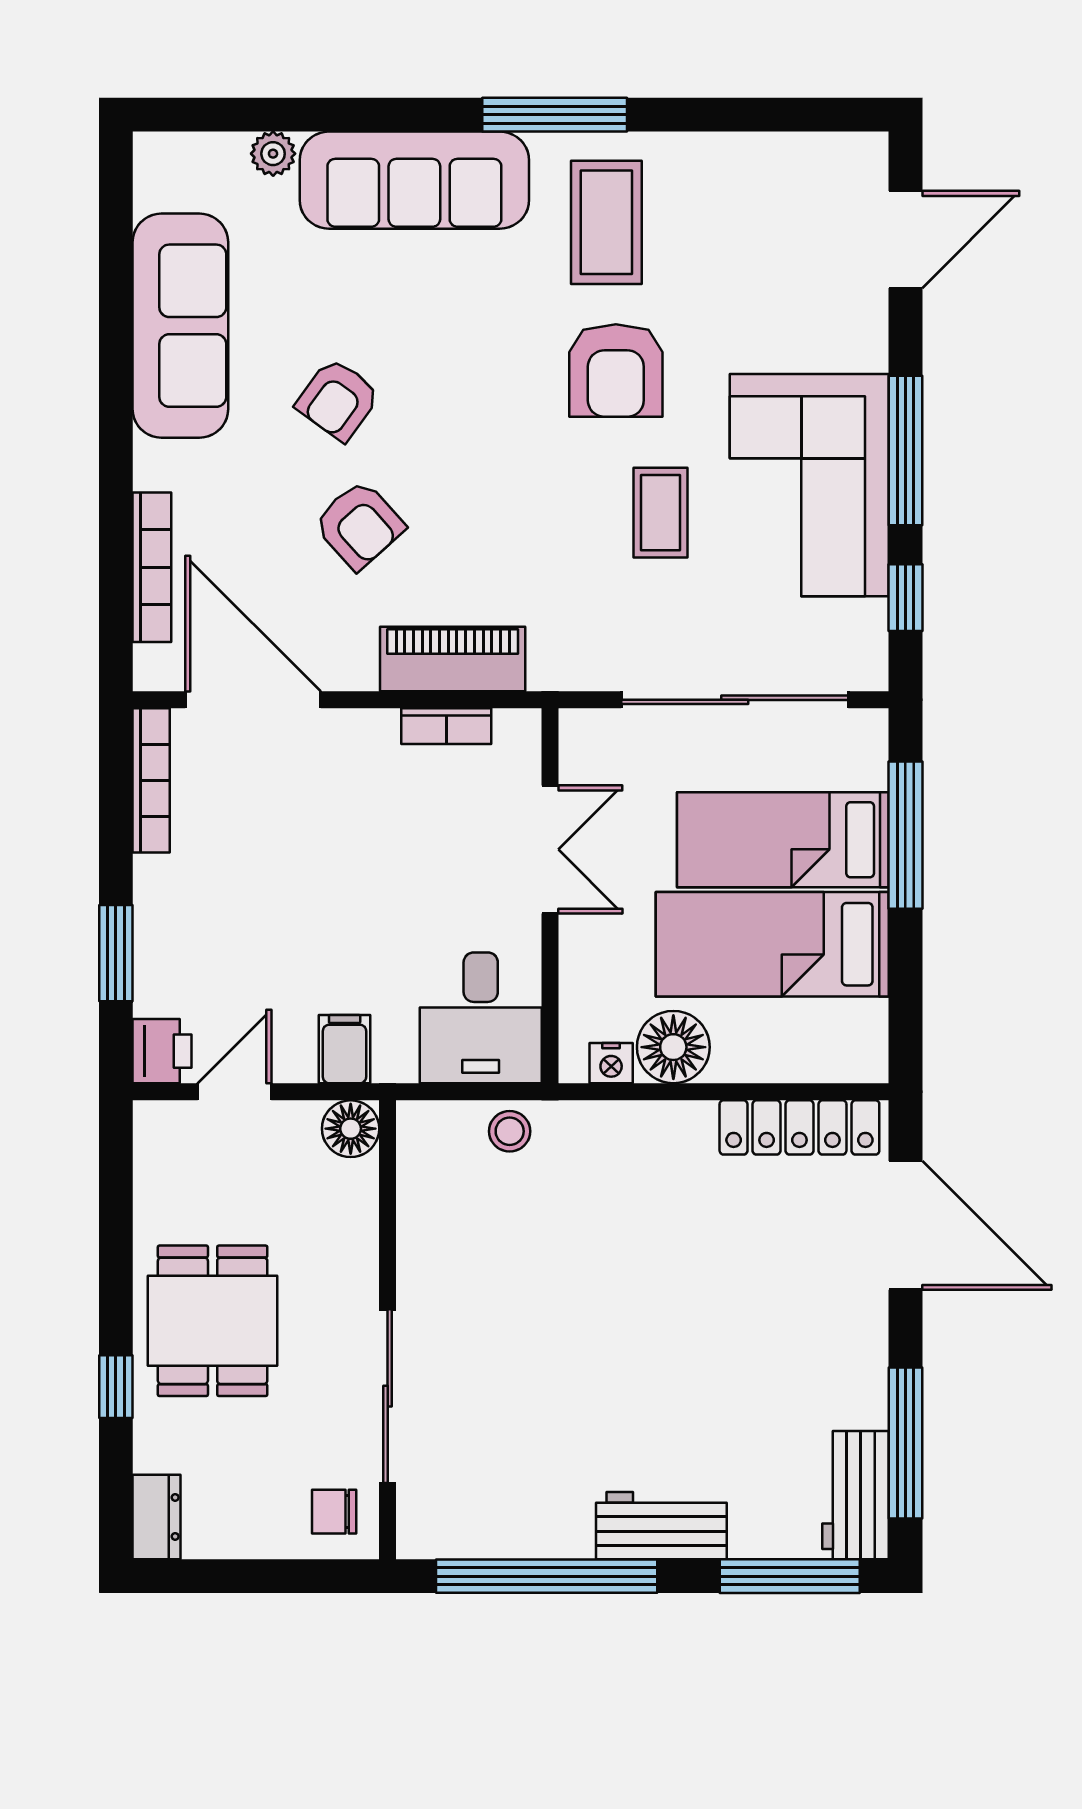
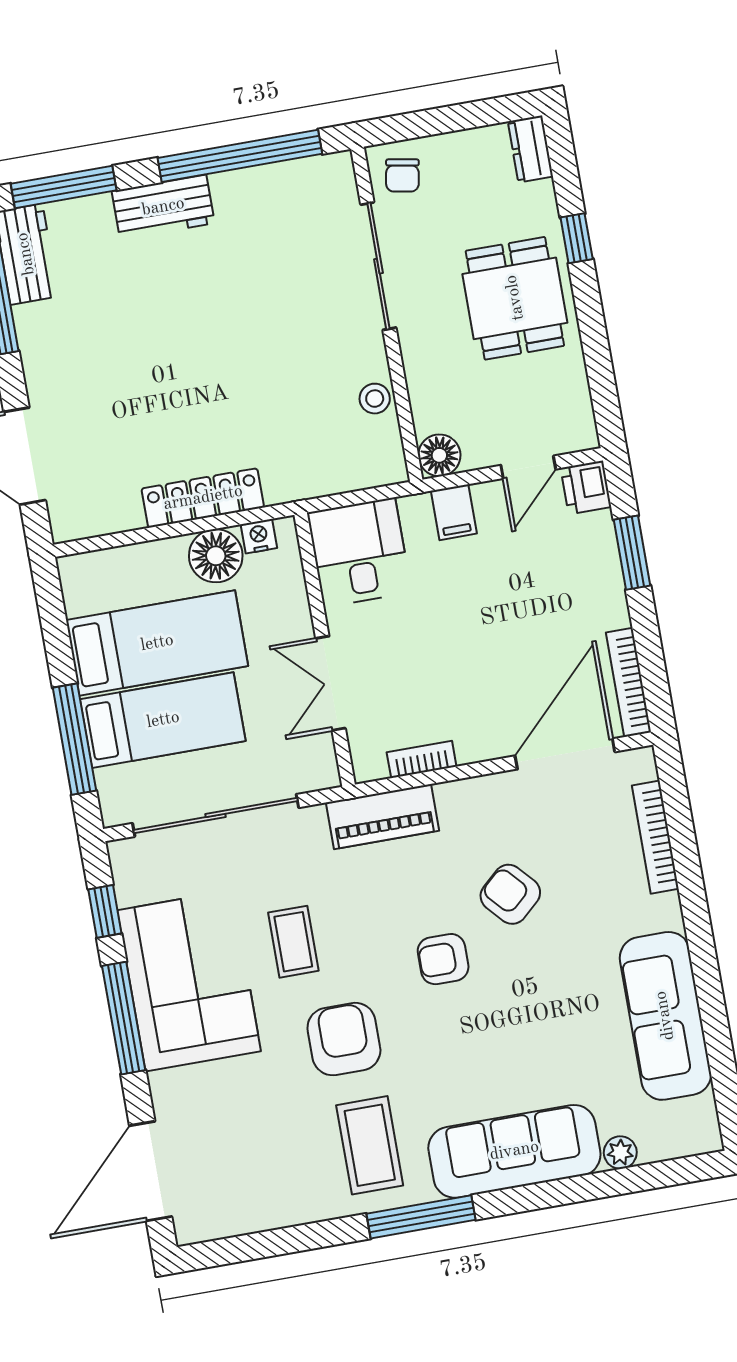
door: (905, 239) -> (151, 1171), width x1.36
armchair: (338, 400) -> (443, 959), moved, turned -126
piano: (453, 659) -> (382, 817), moved
door: (253, 700) -> (565, 754), swing flipped
locker: (799, 1127) -> (203, 498), moved
stool: (510, 1131) -> (375, 399), moved
chair: (334, 1512) -> (402, 175), turned 100

